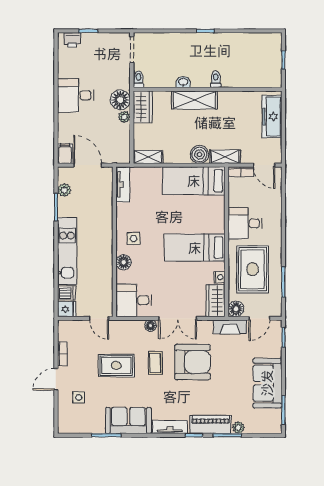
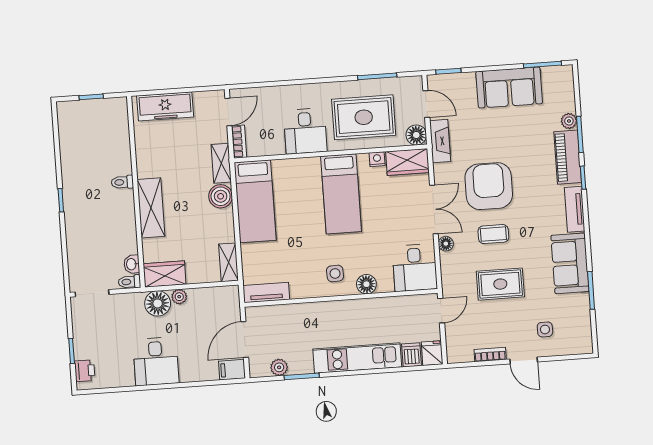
washbasin: (183, 82) -> (132, 264), moved
rug: (116, 365) -> (500, 284), turned 90

